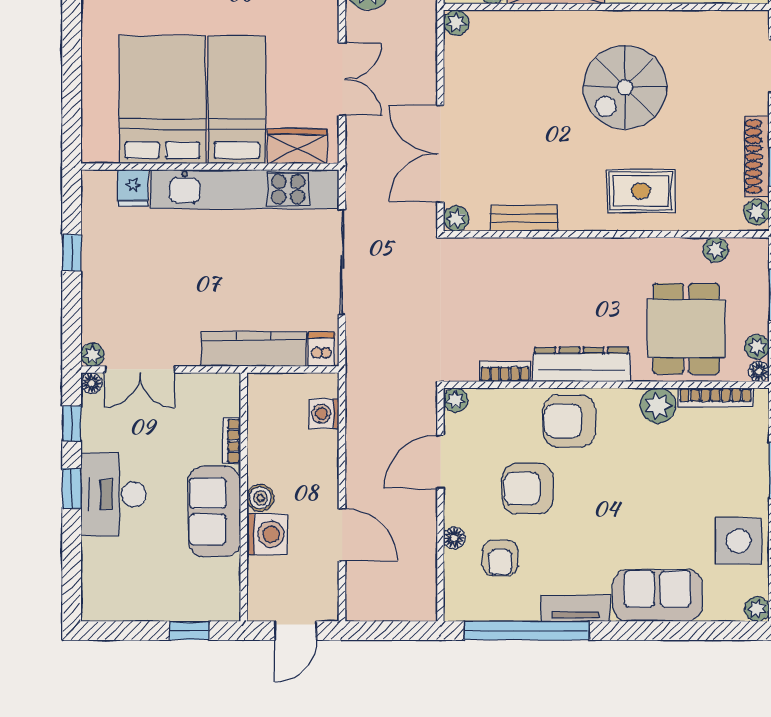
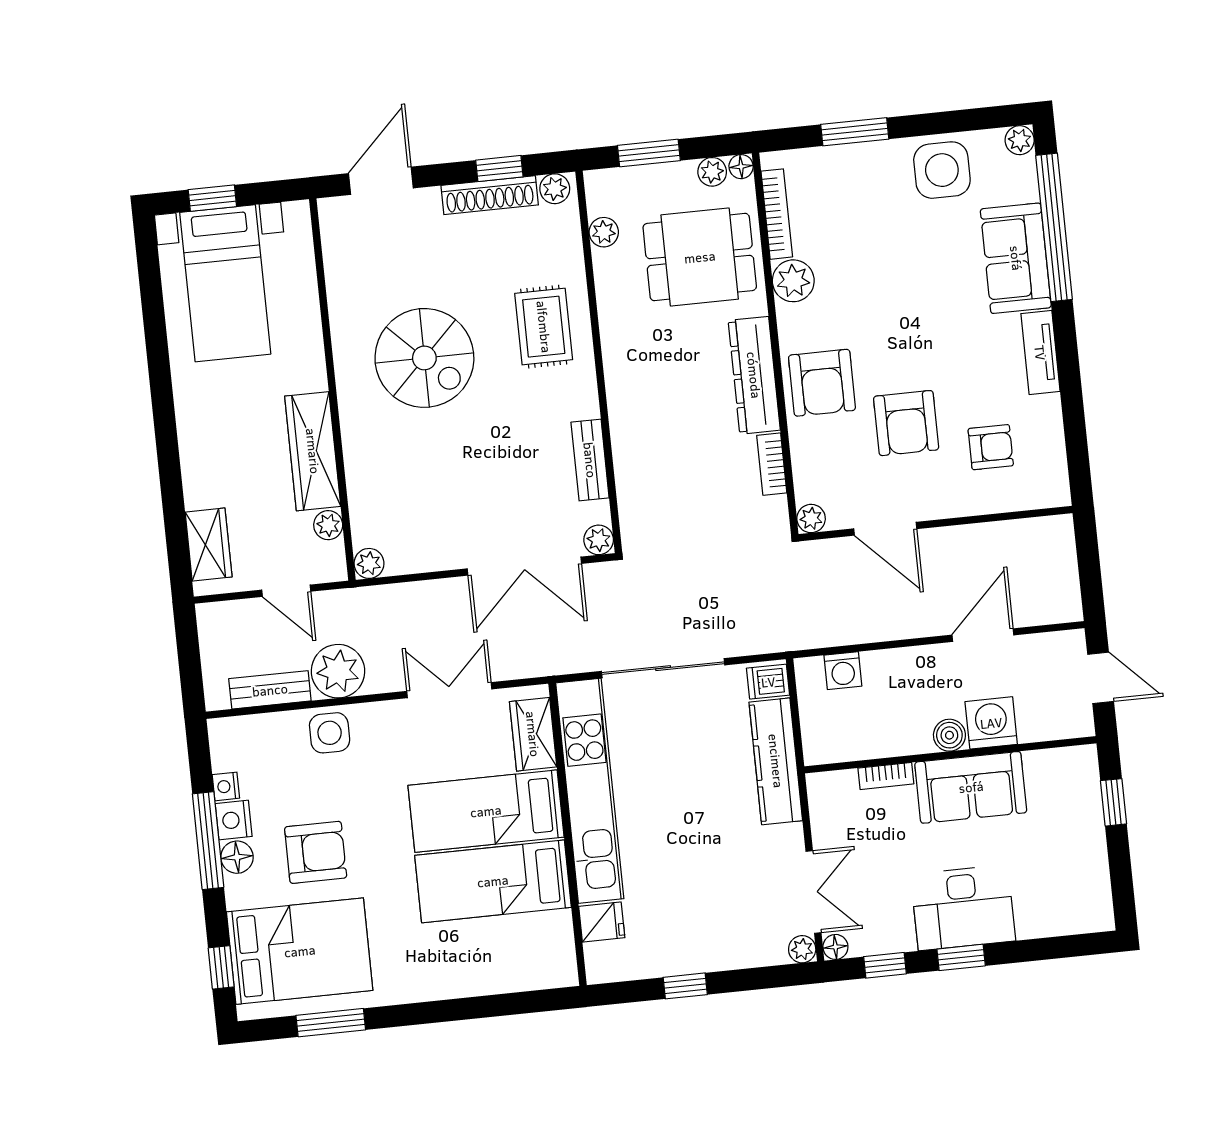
bed: (162, 100) -> (493, 881), width x0.67
floor lamp: (454, 538) -> (973, 503), removed
window: (526, 631) -> (1054, 227), moved

